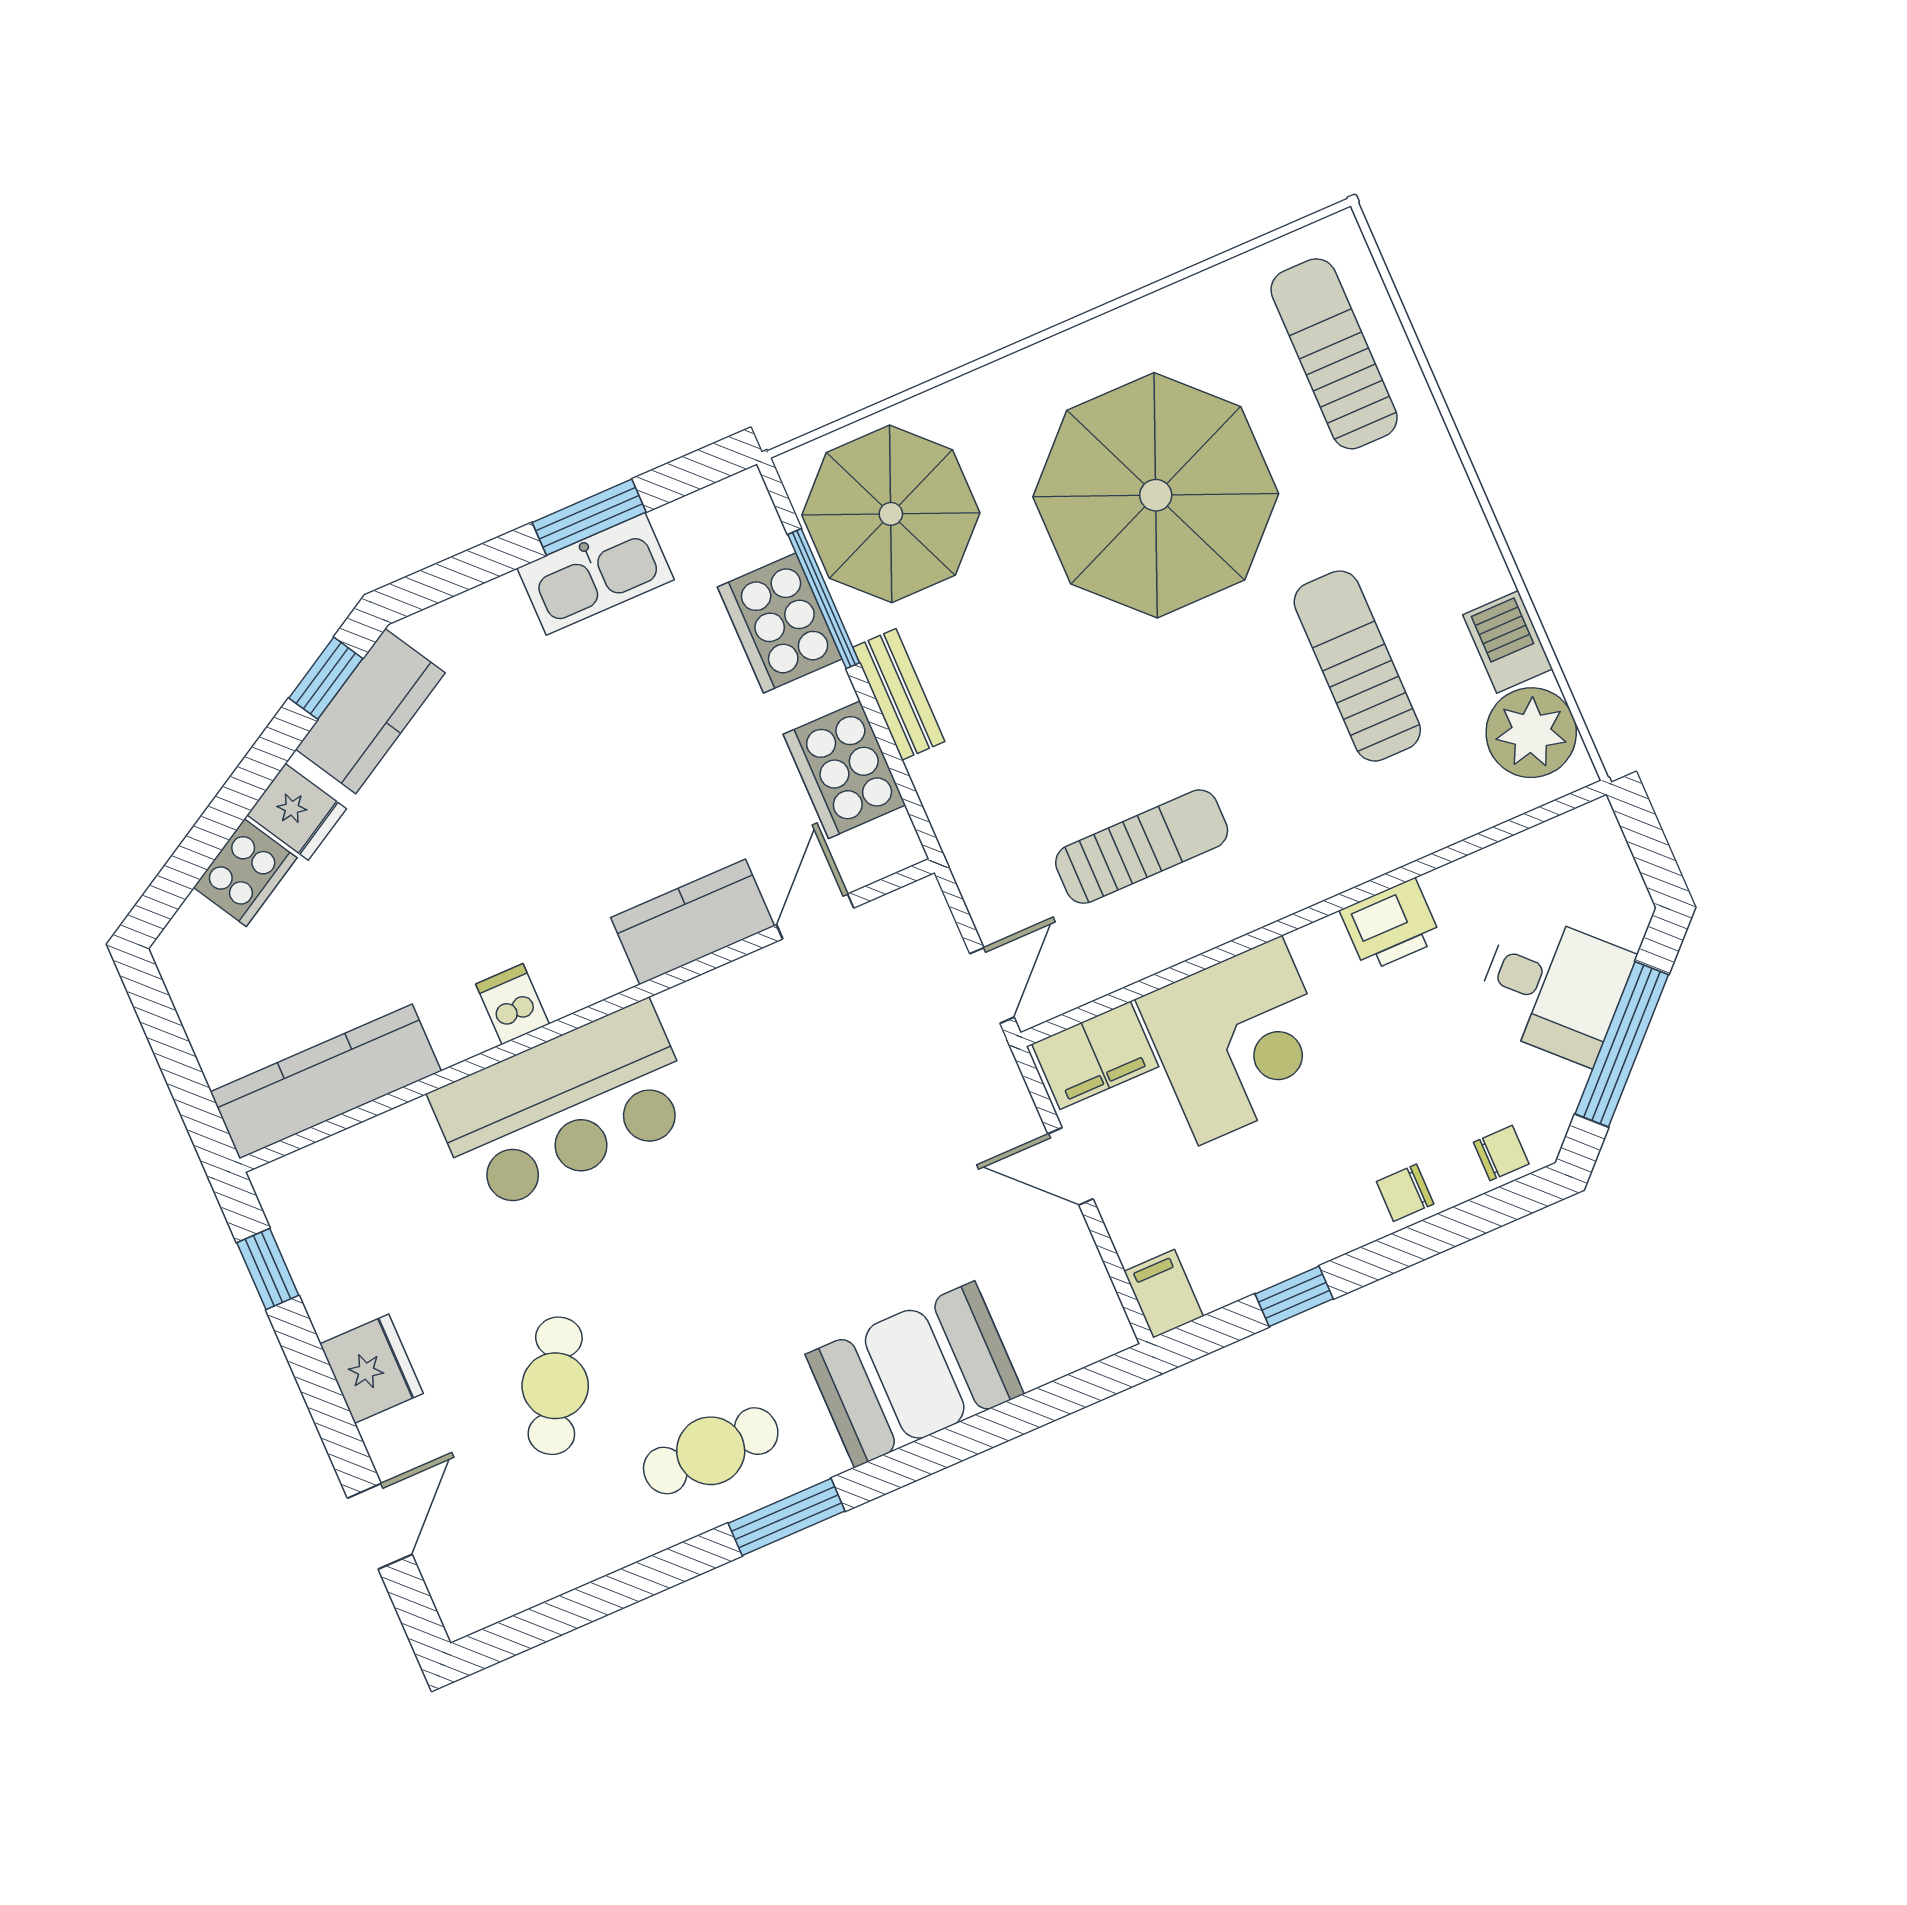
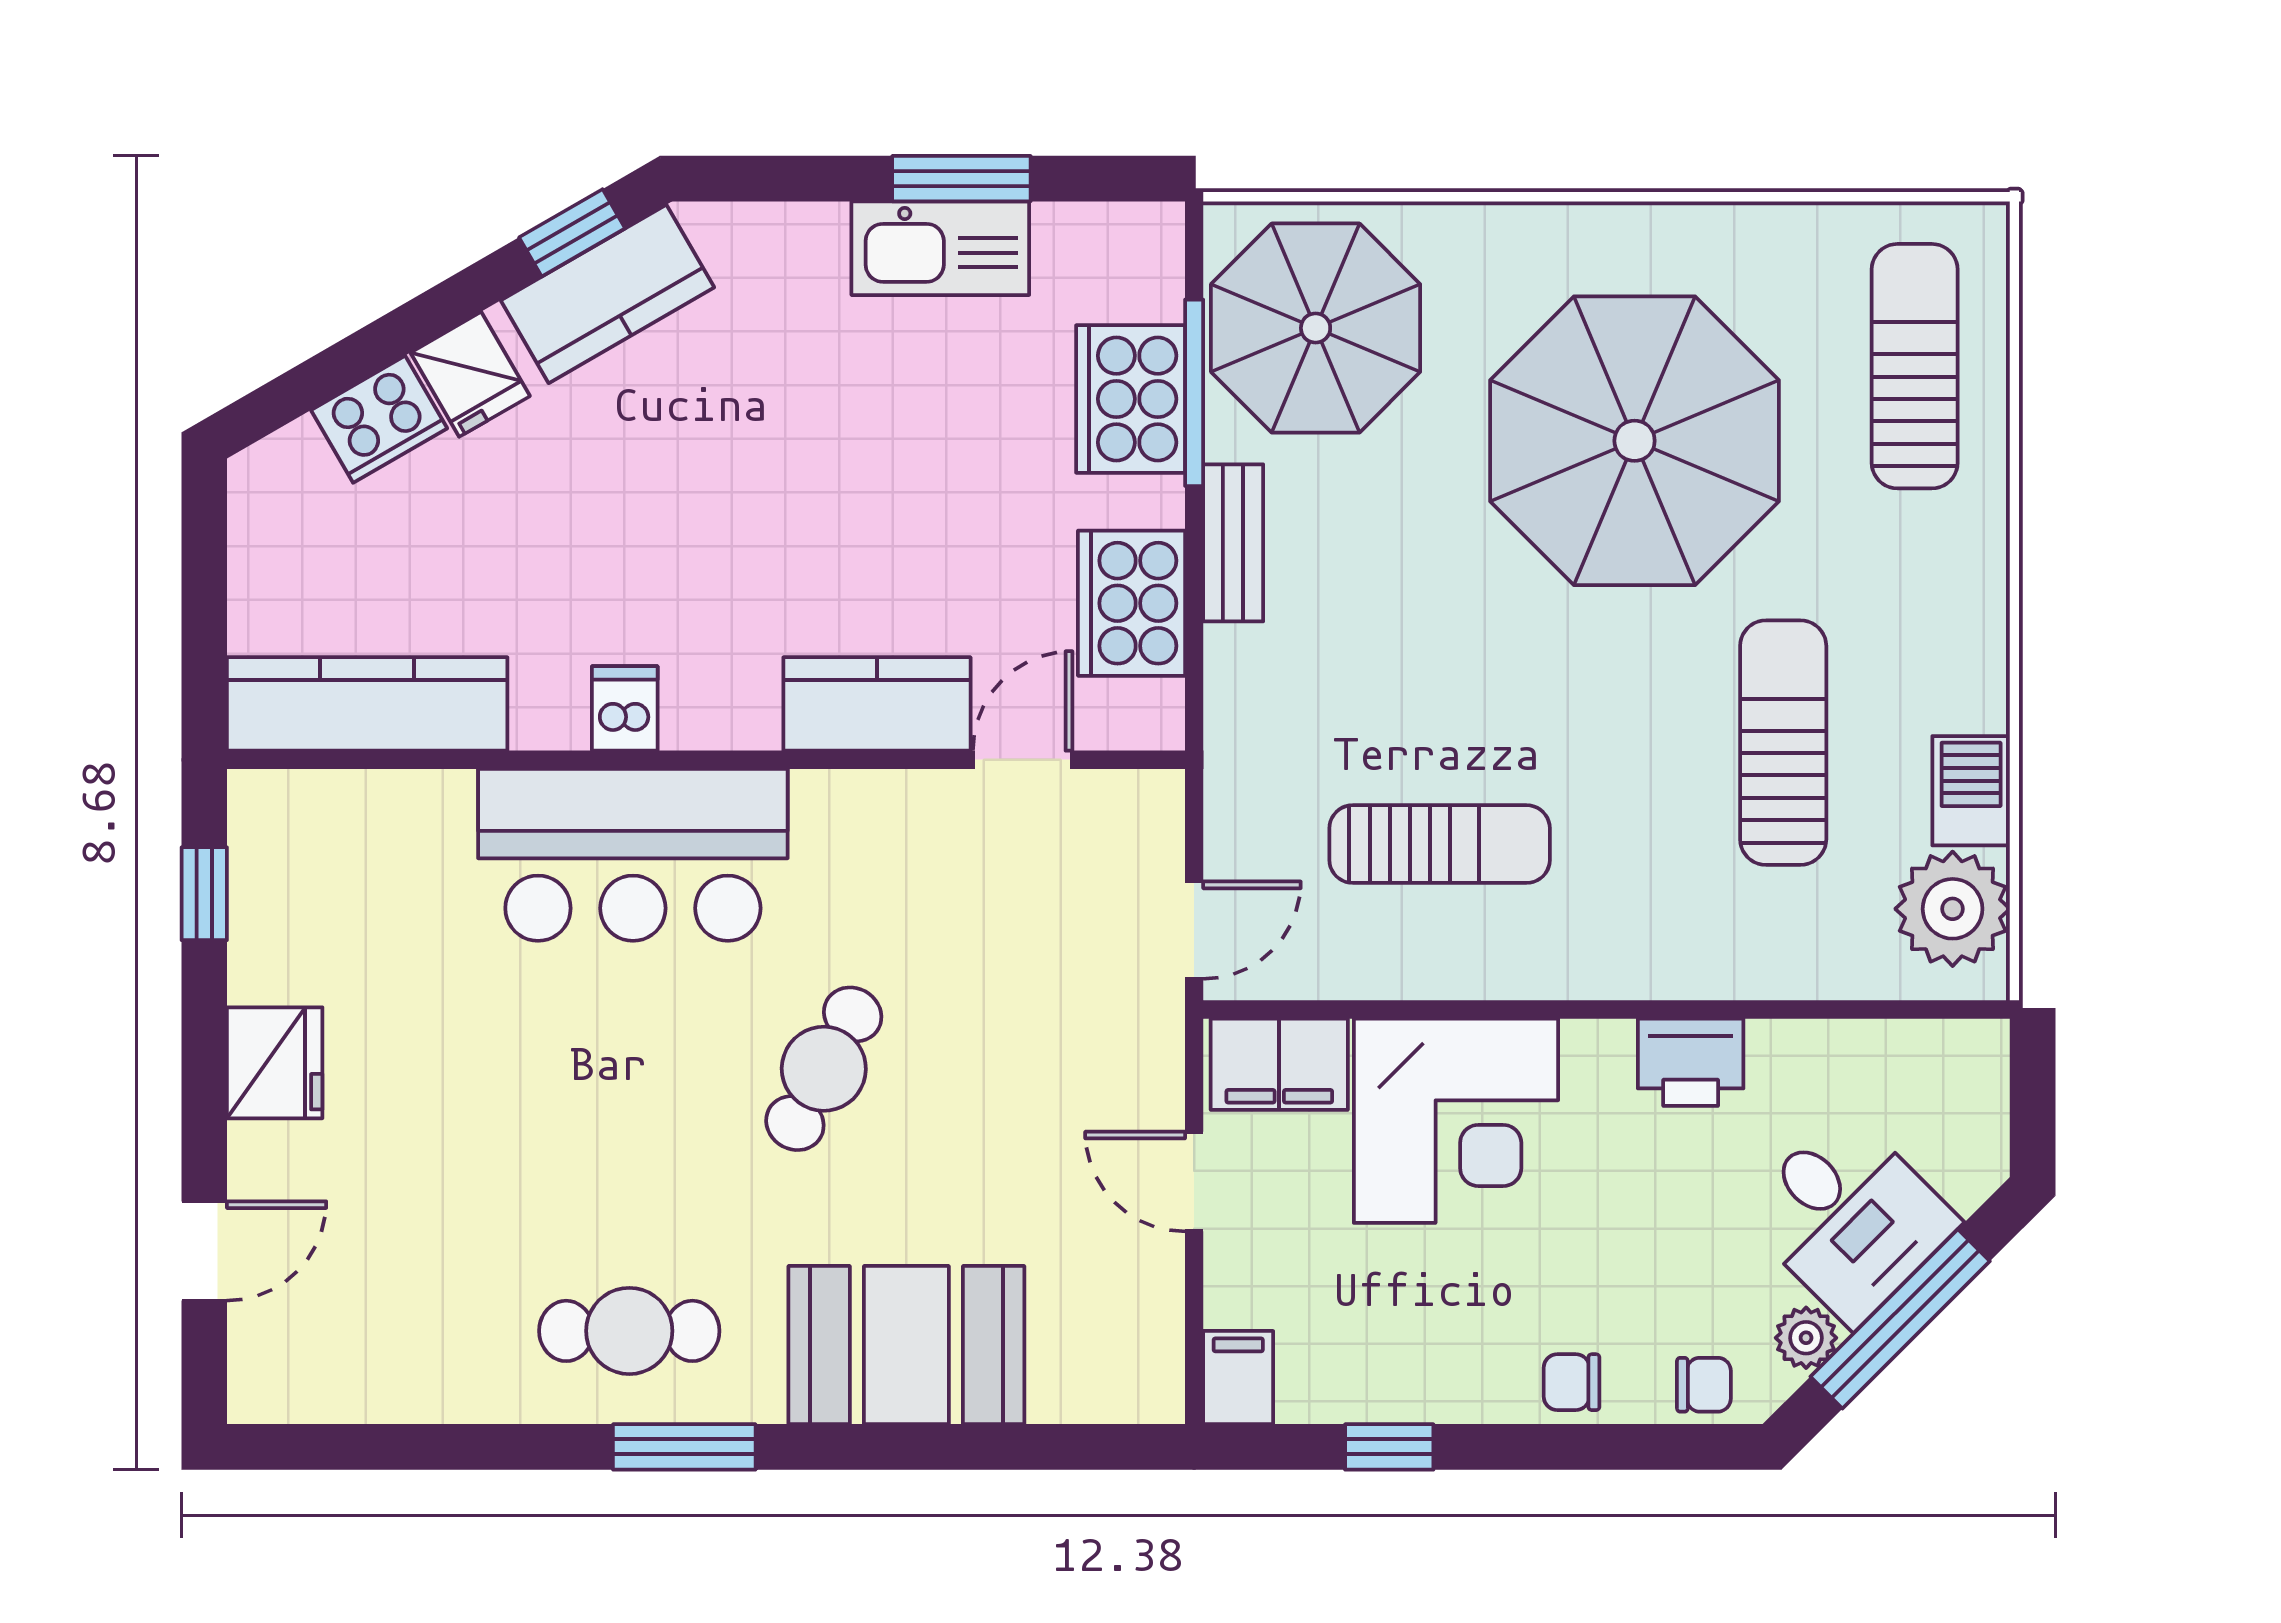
plant: (1560, 1087) -> (1806, 1338), added
cafe table: (555, 1386) -> (824, 1069), moved

